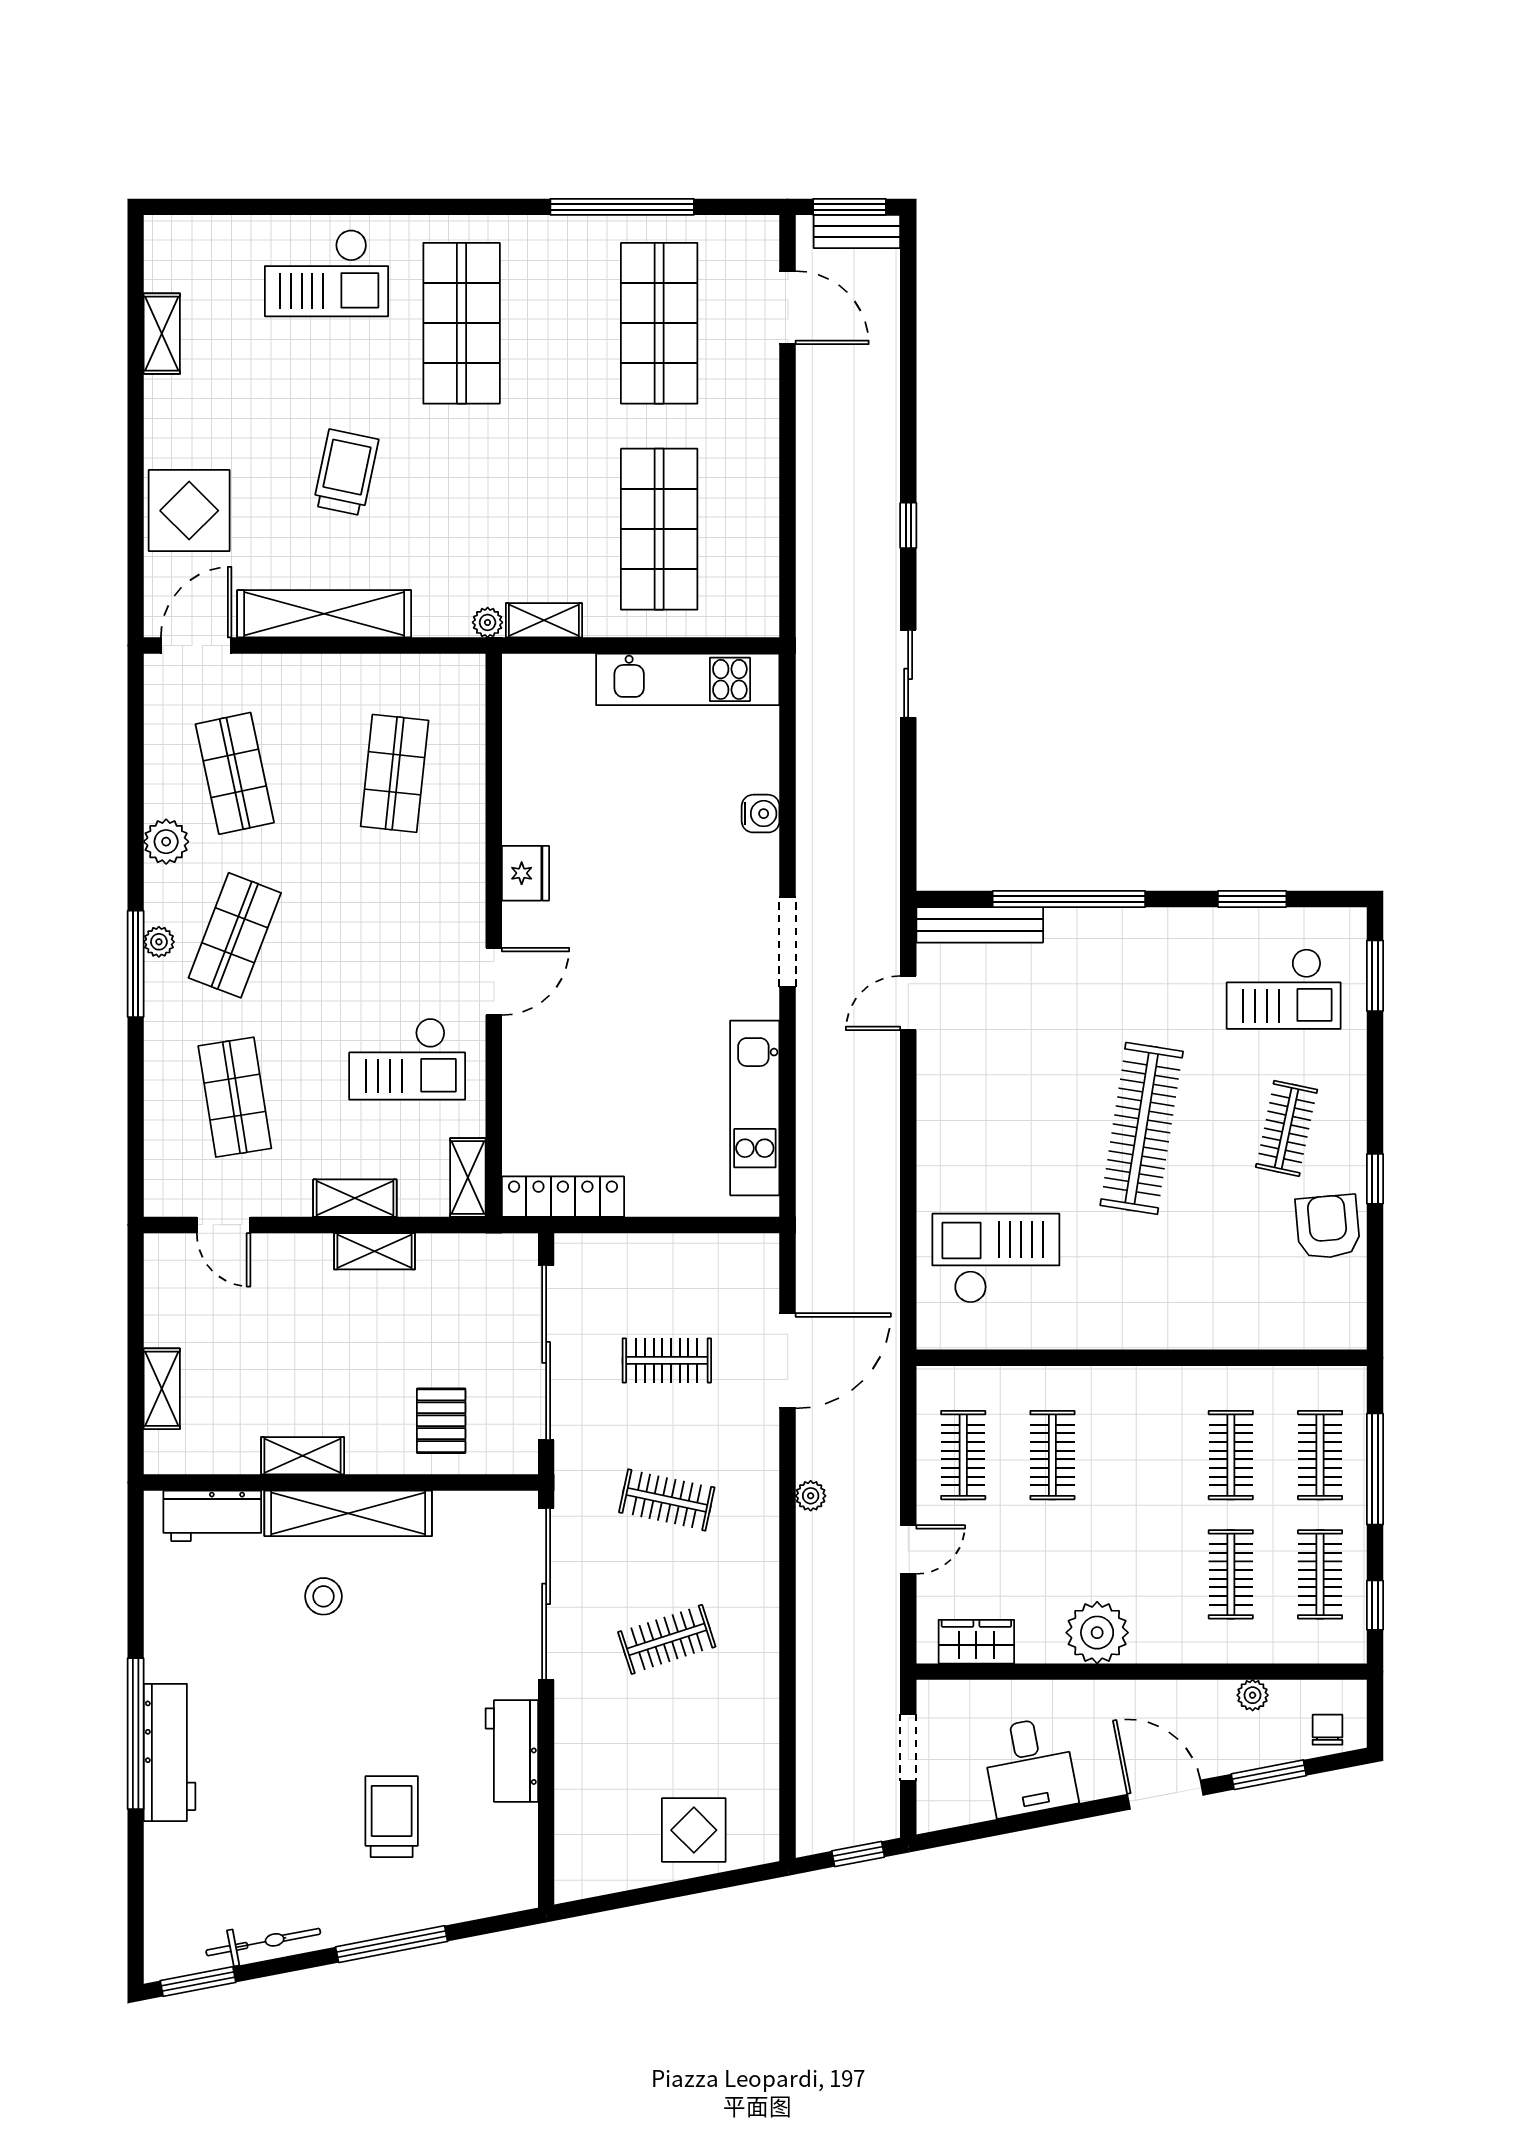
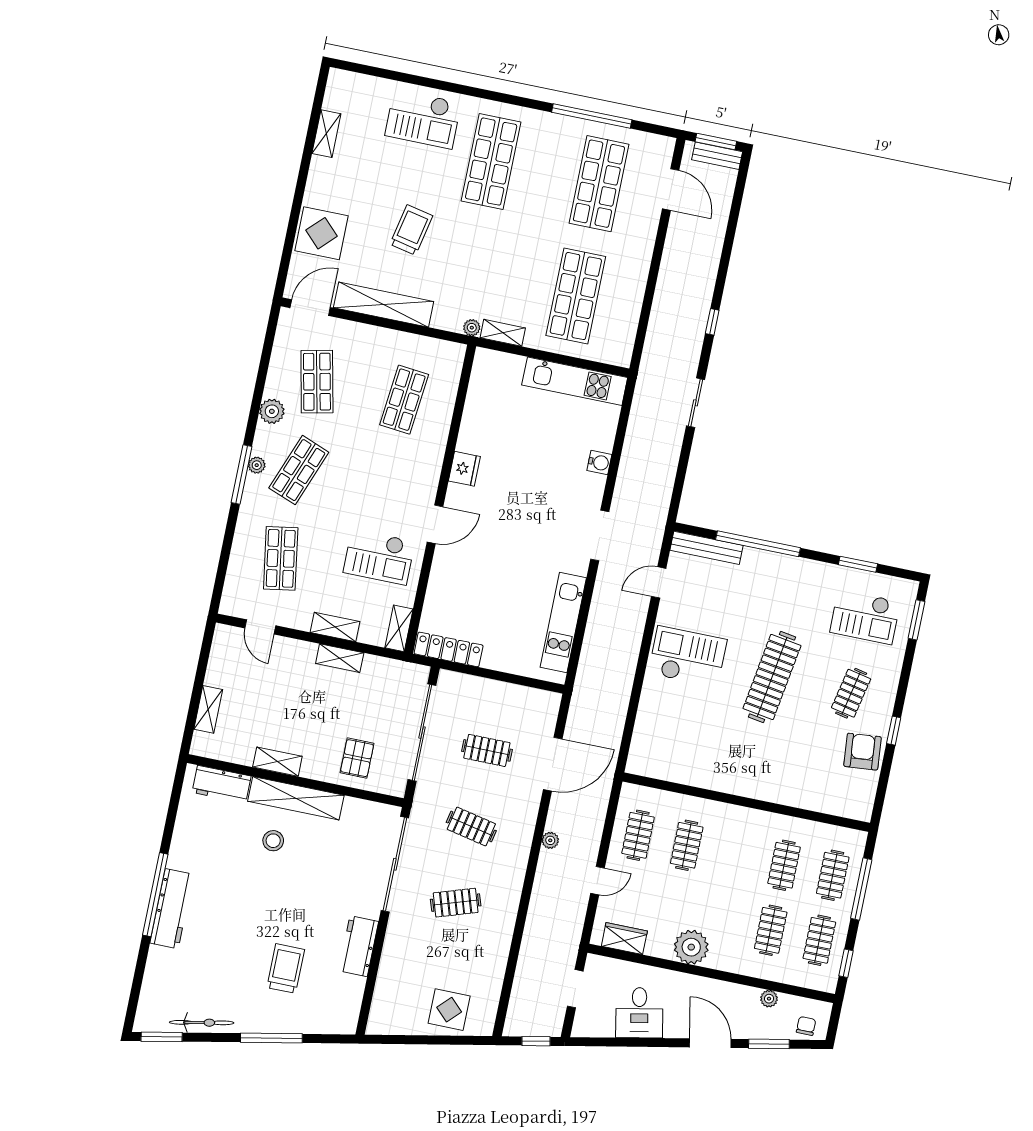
checkout: (996, 1258) -> (688, 657), moved

